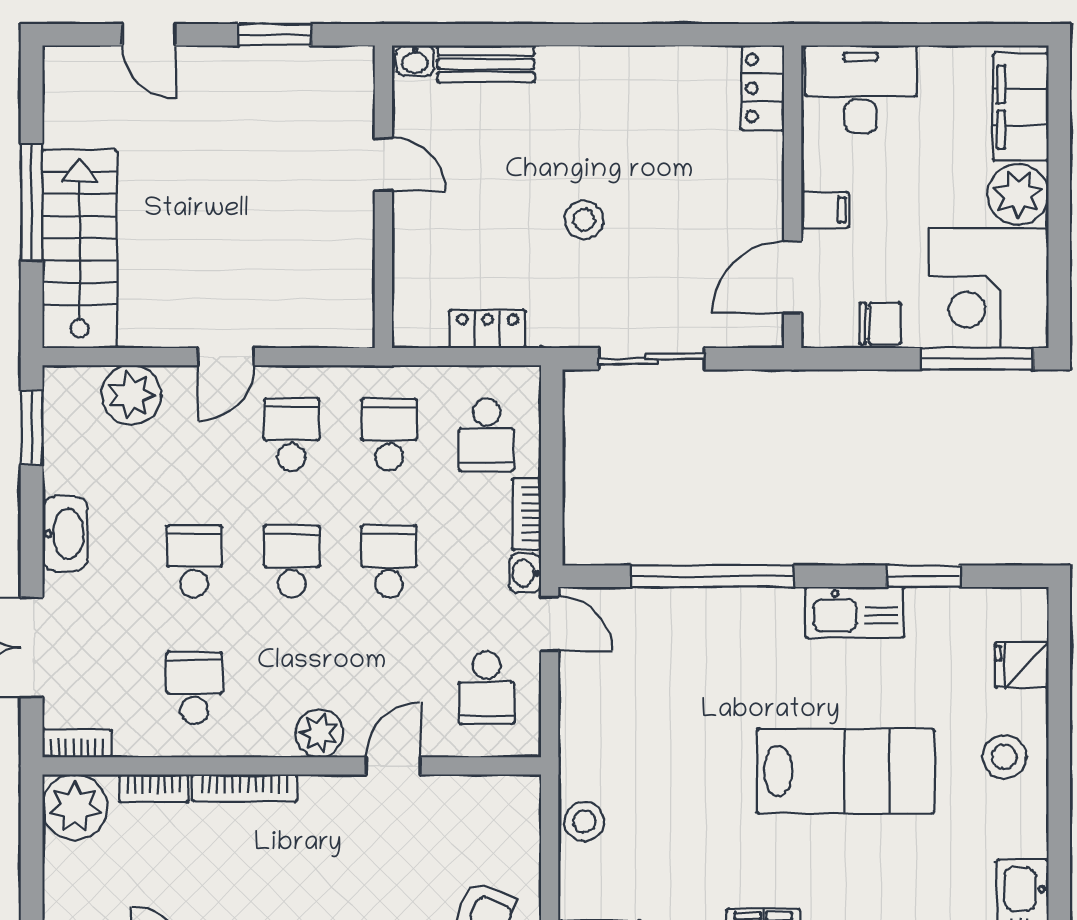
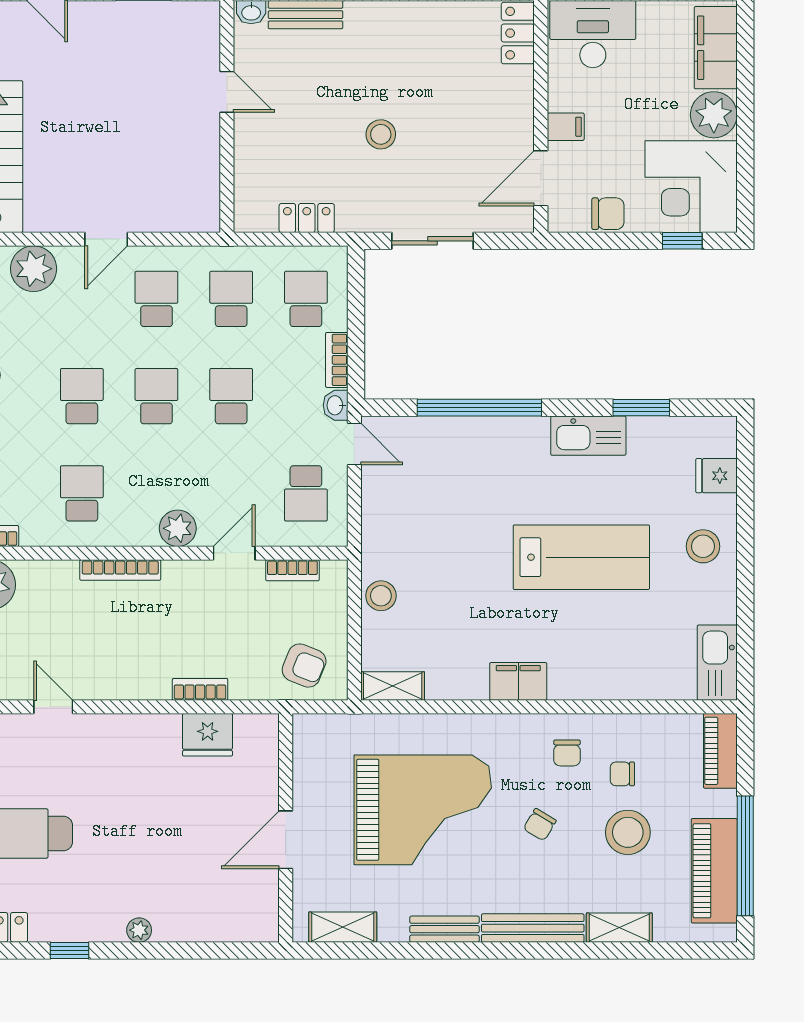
window: (977, 359) -> (682, 241), width x0.46
school desk: (486, 435) -> (306, 299), turned 180
bookcase: (154, 788) -> (292, 570), moved

